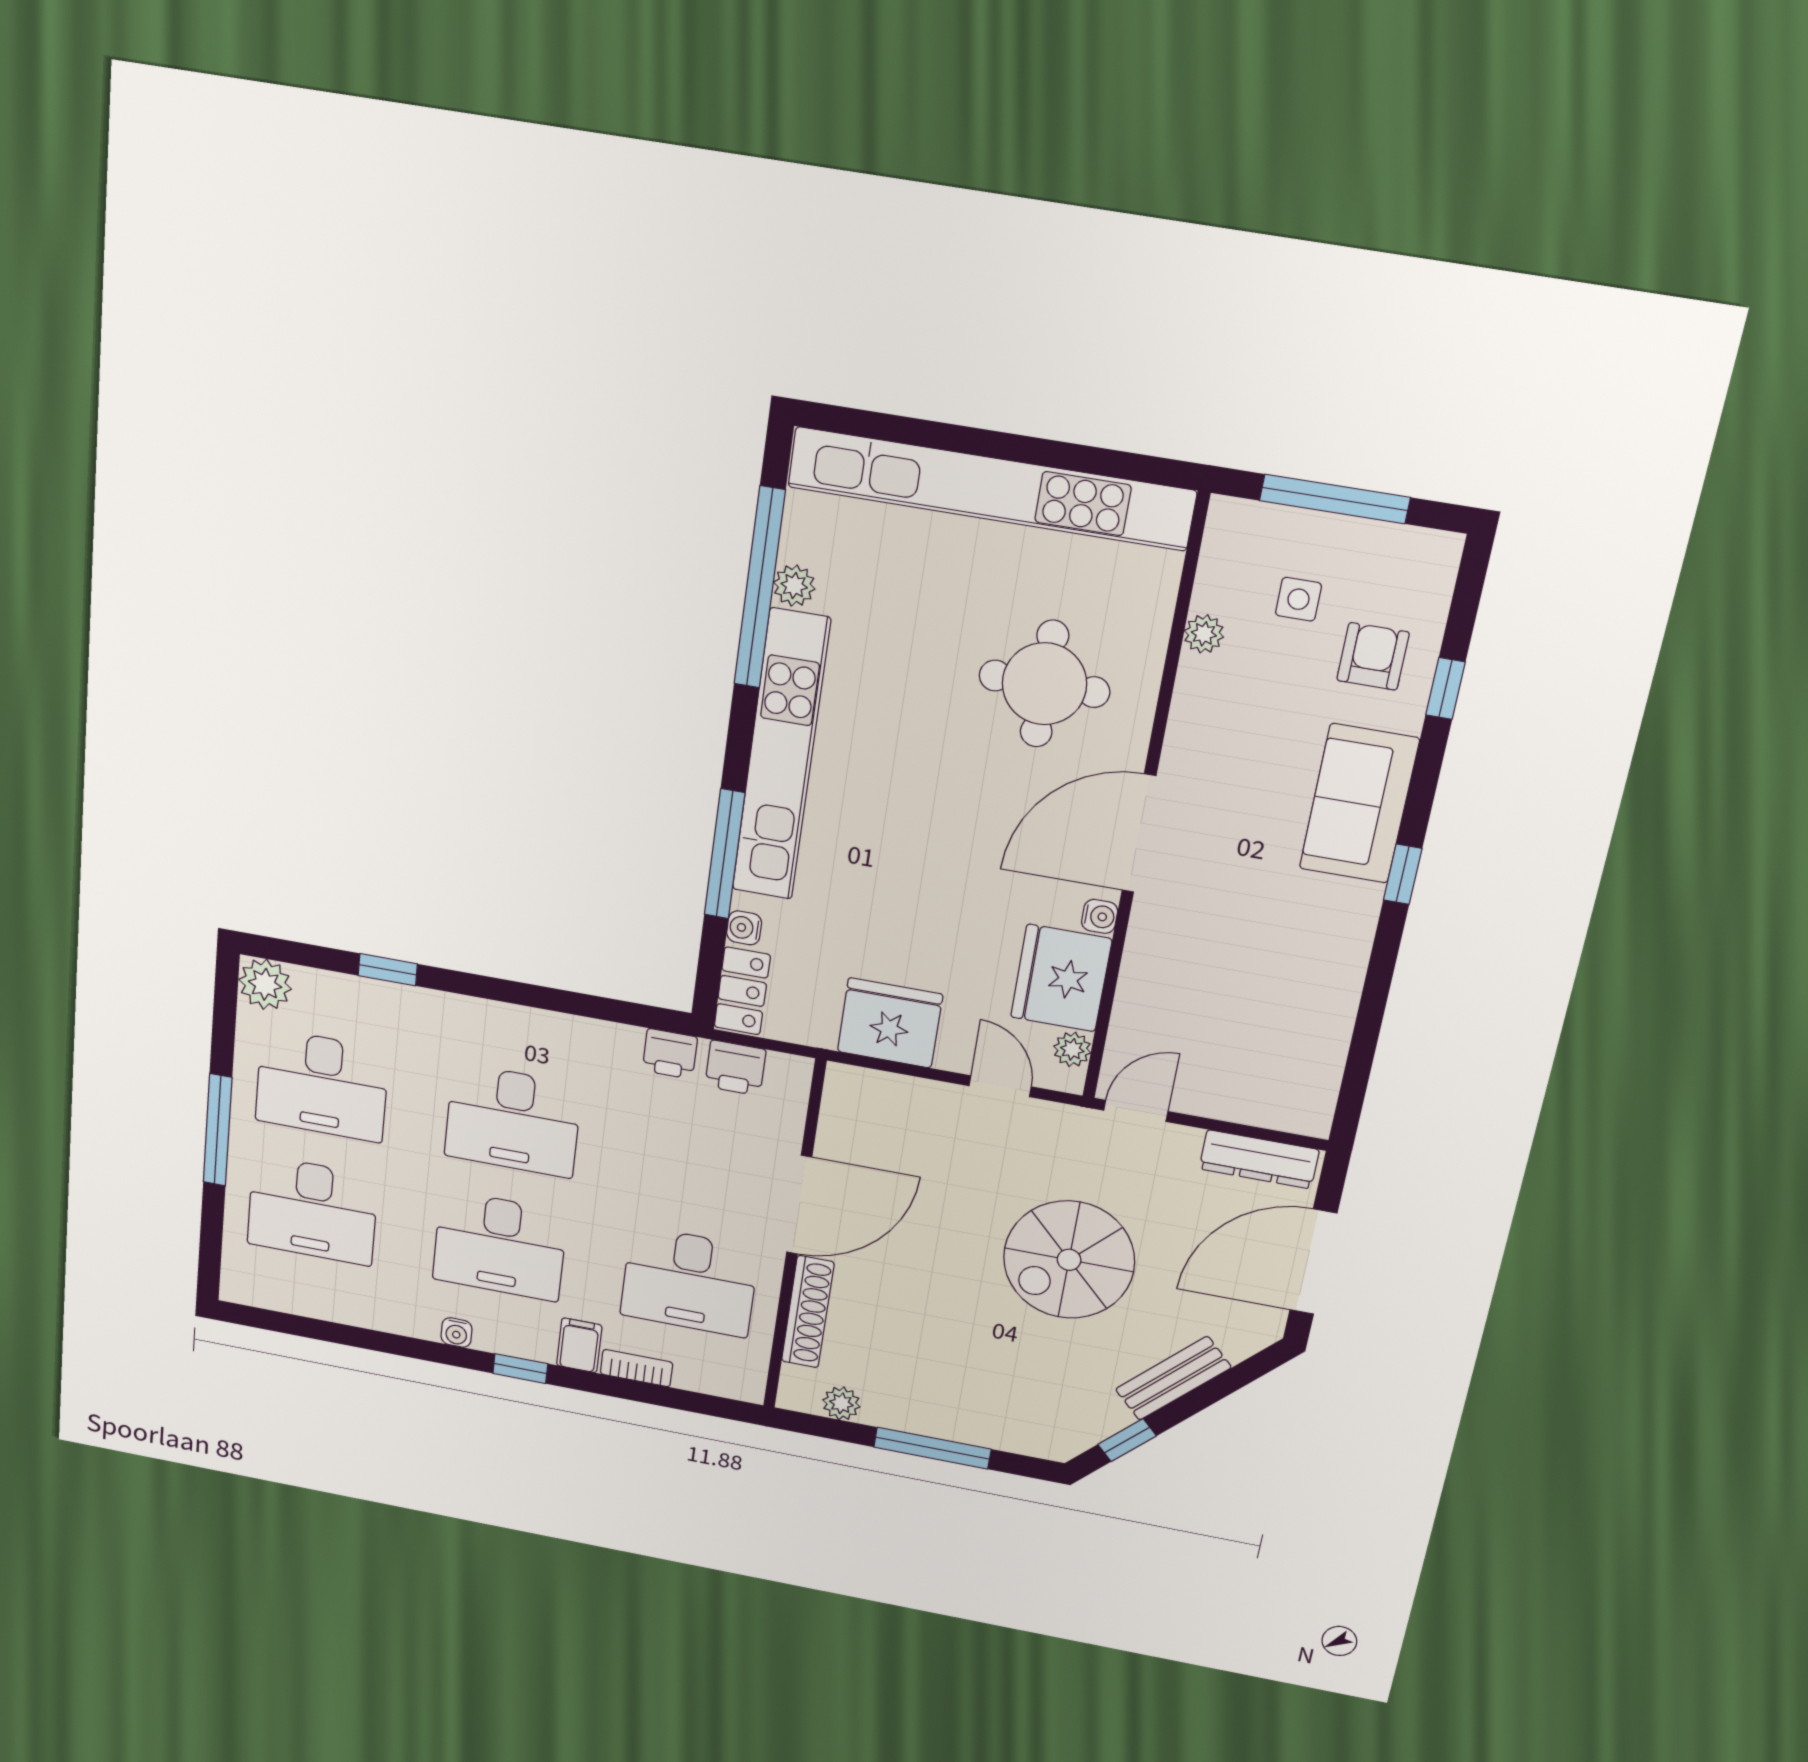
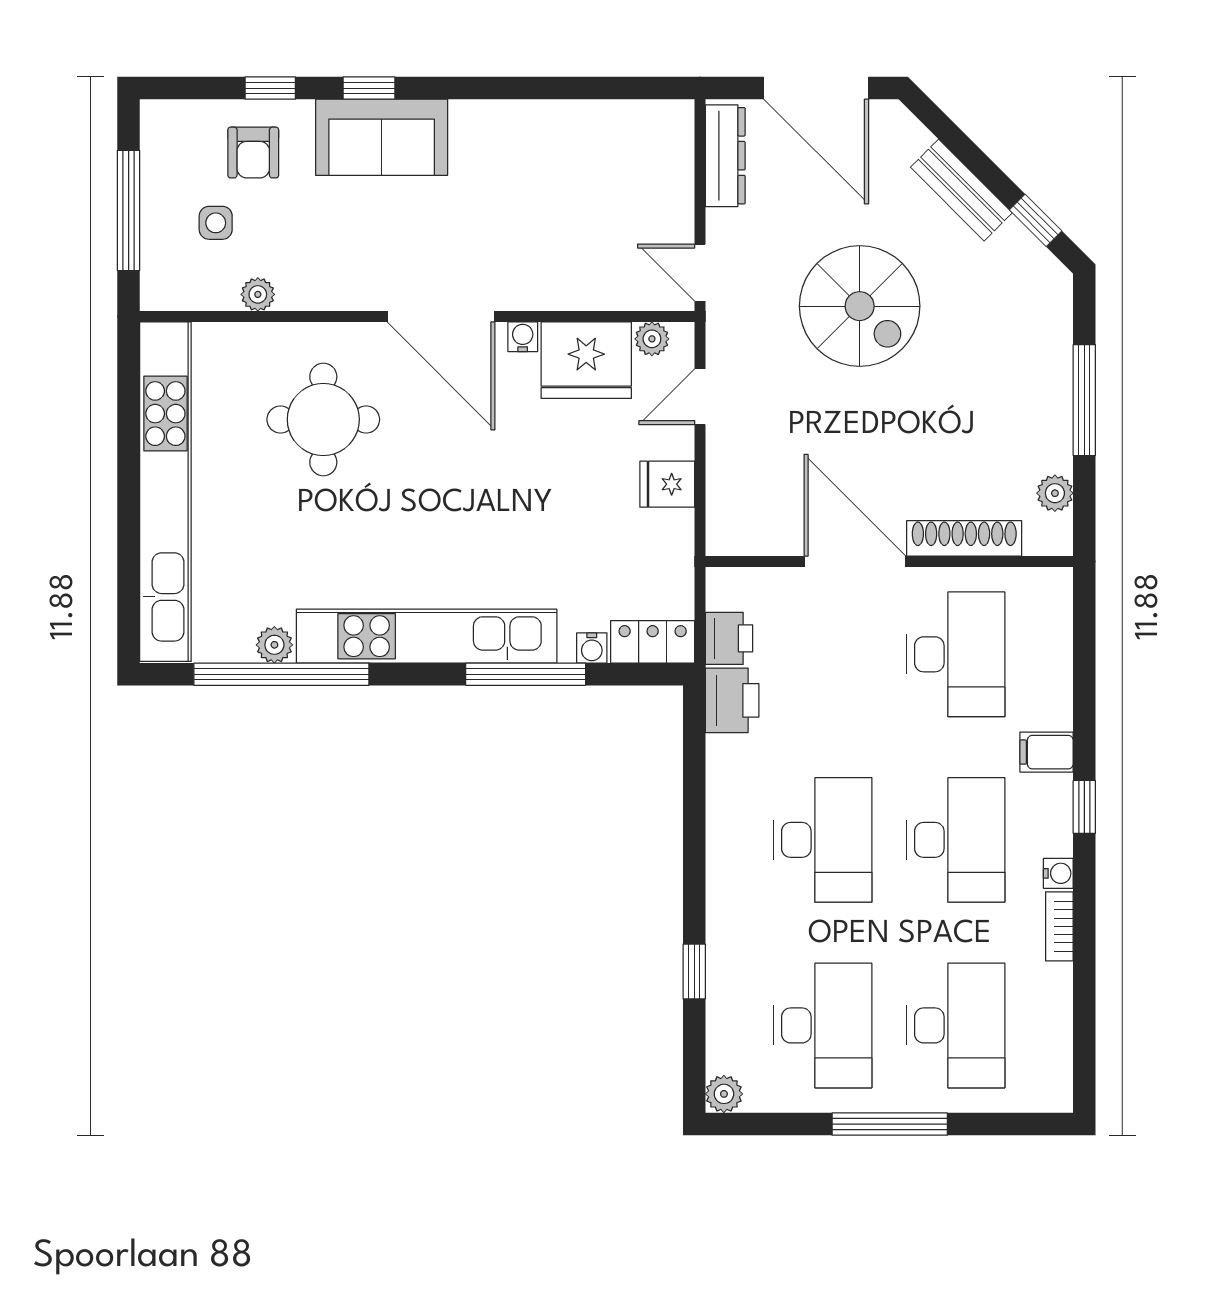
armchair: (1373, 656) -> (253, 153), turned -90
window: (1403, 874) -> (369, 88), moved
plant: (265, 984) -> (724, 1094), width x0.73, depth x0.73
fridge: (890, 1023) -> (667, 484), width x0.53, depth x0.75
printer: (670, 1054) -> (732, 700), width x1.36, depth x1.24
bookcase: (636, 1368) -> (1059, 926), moved

